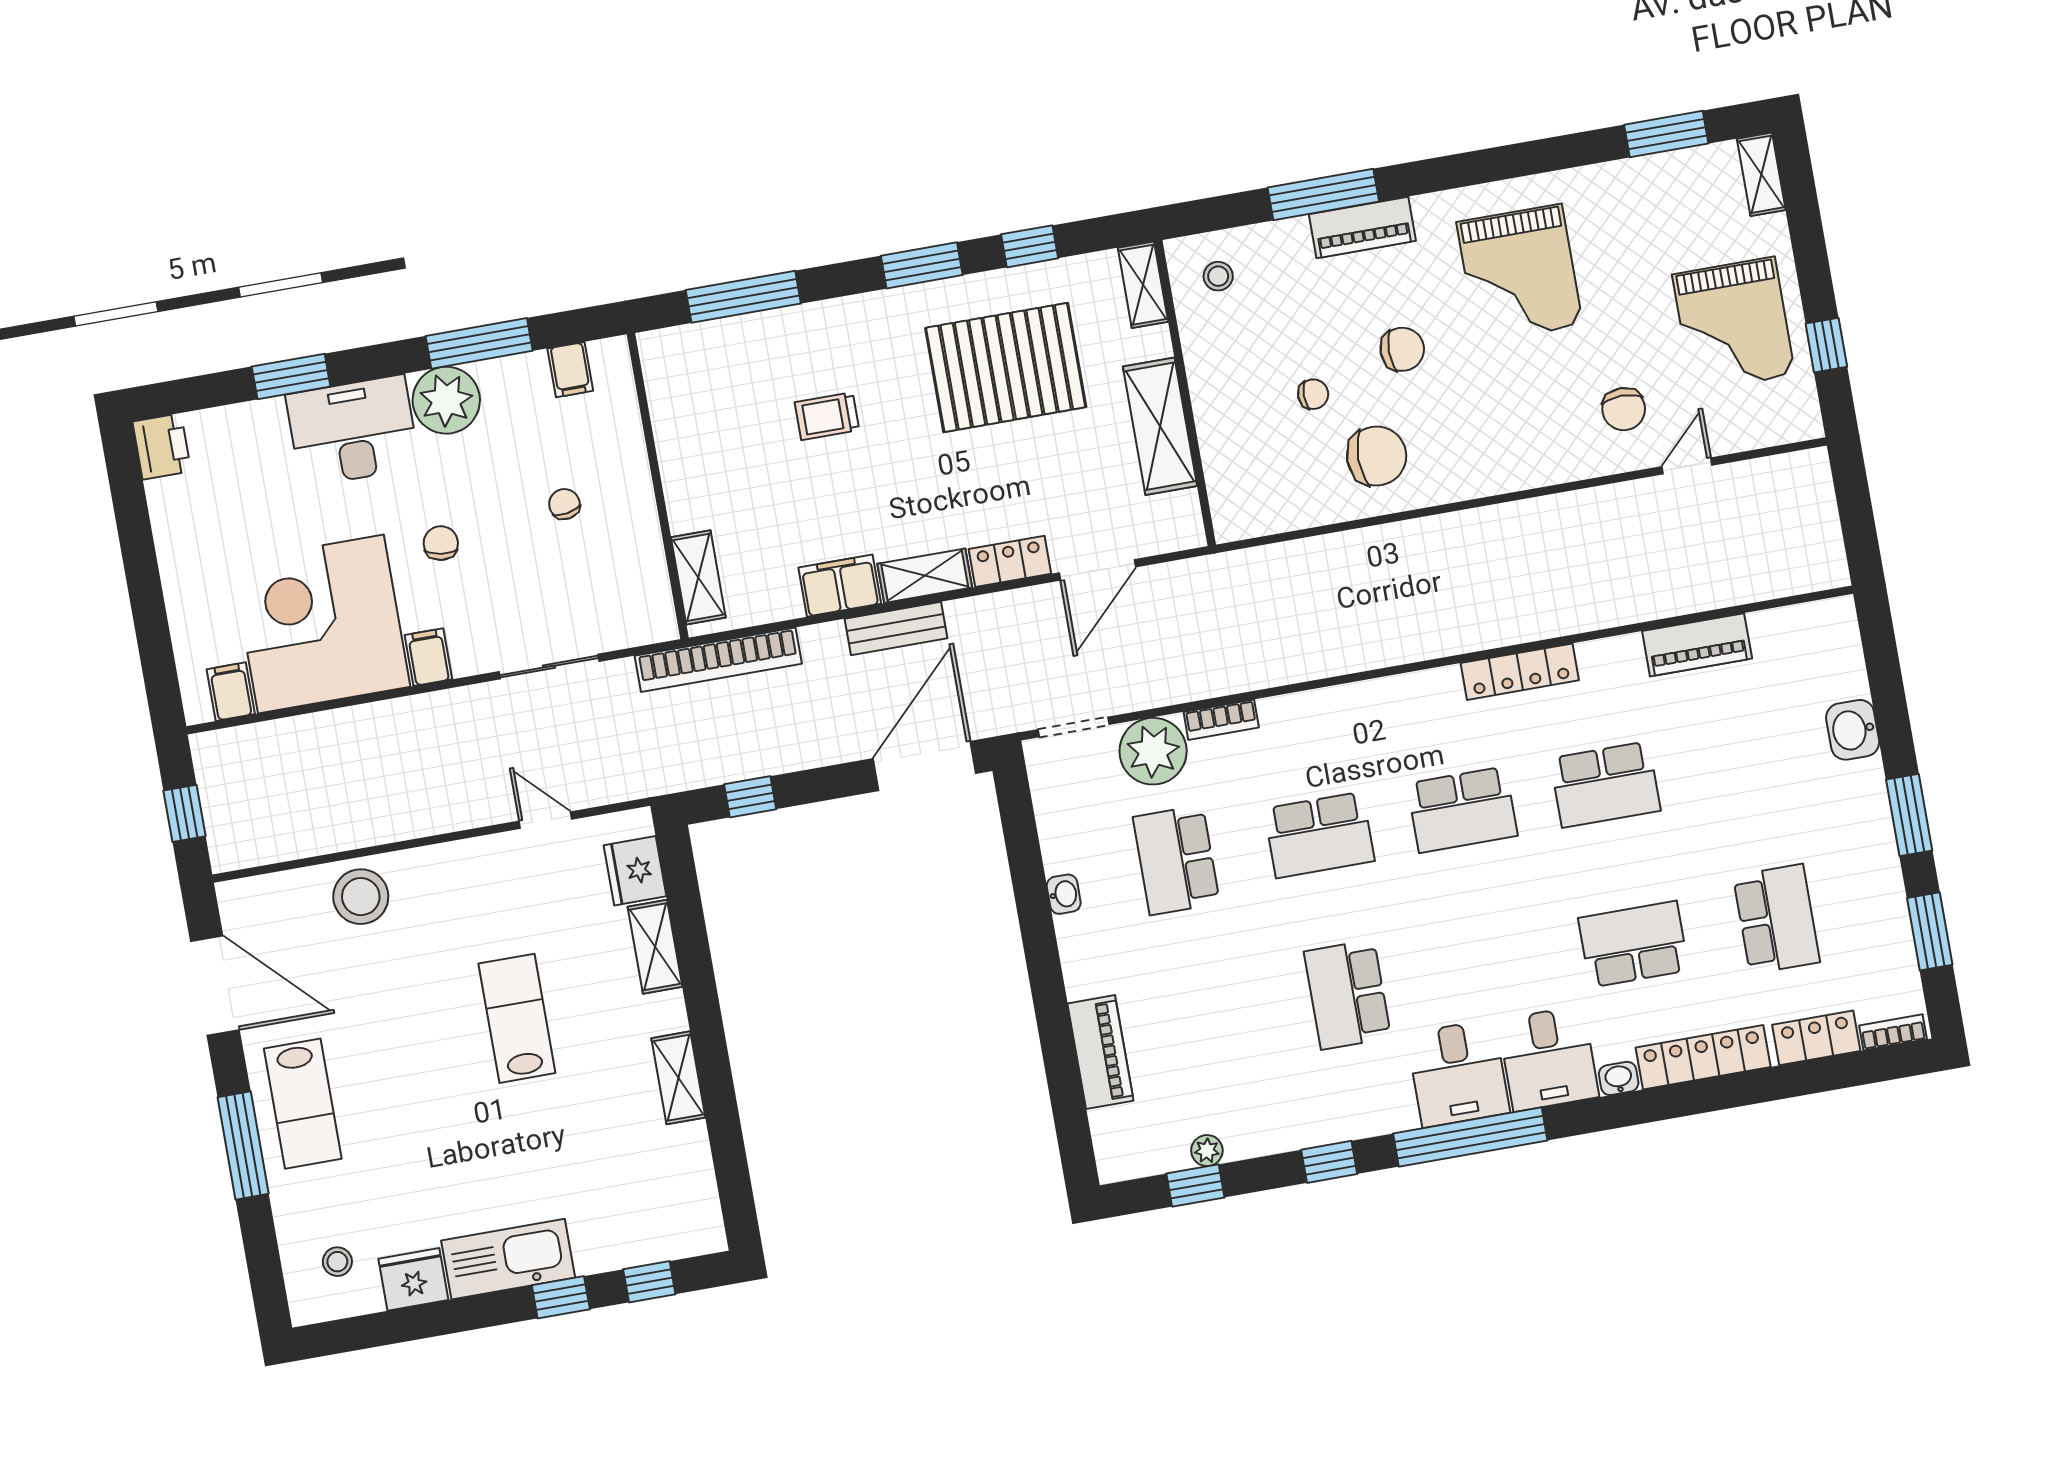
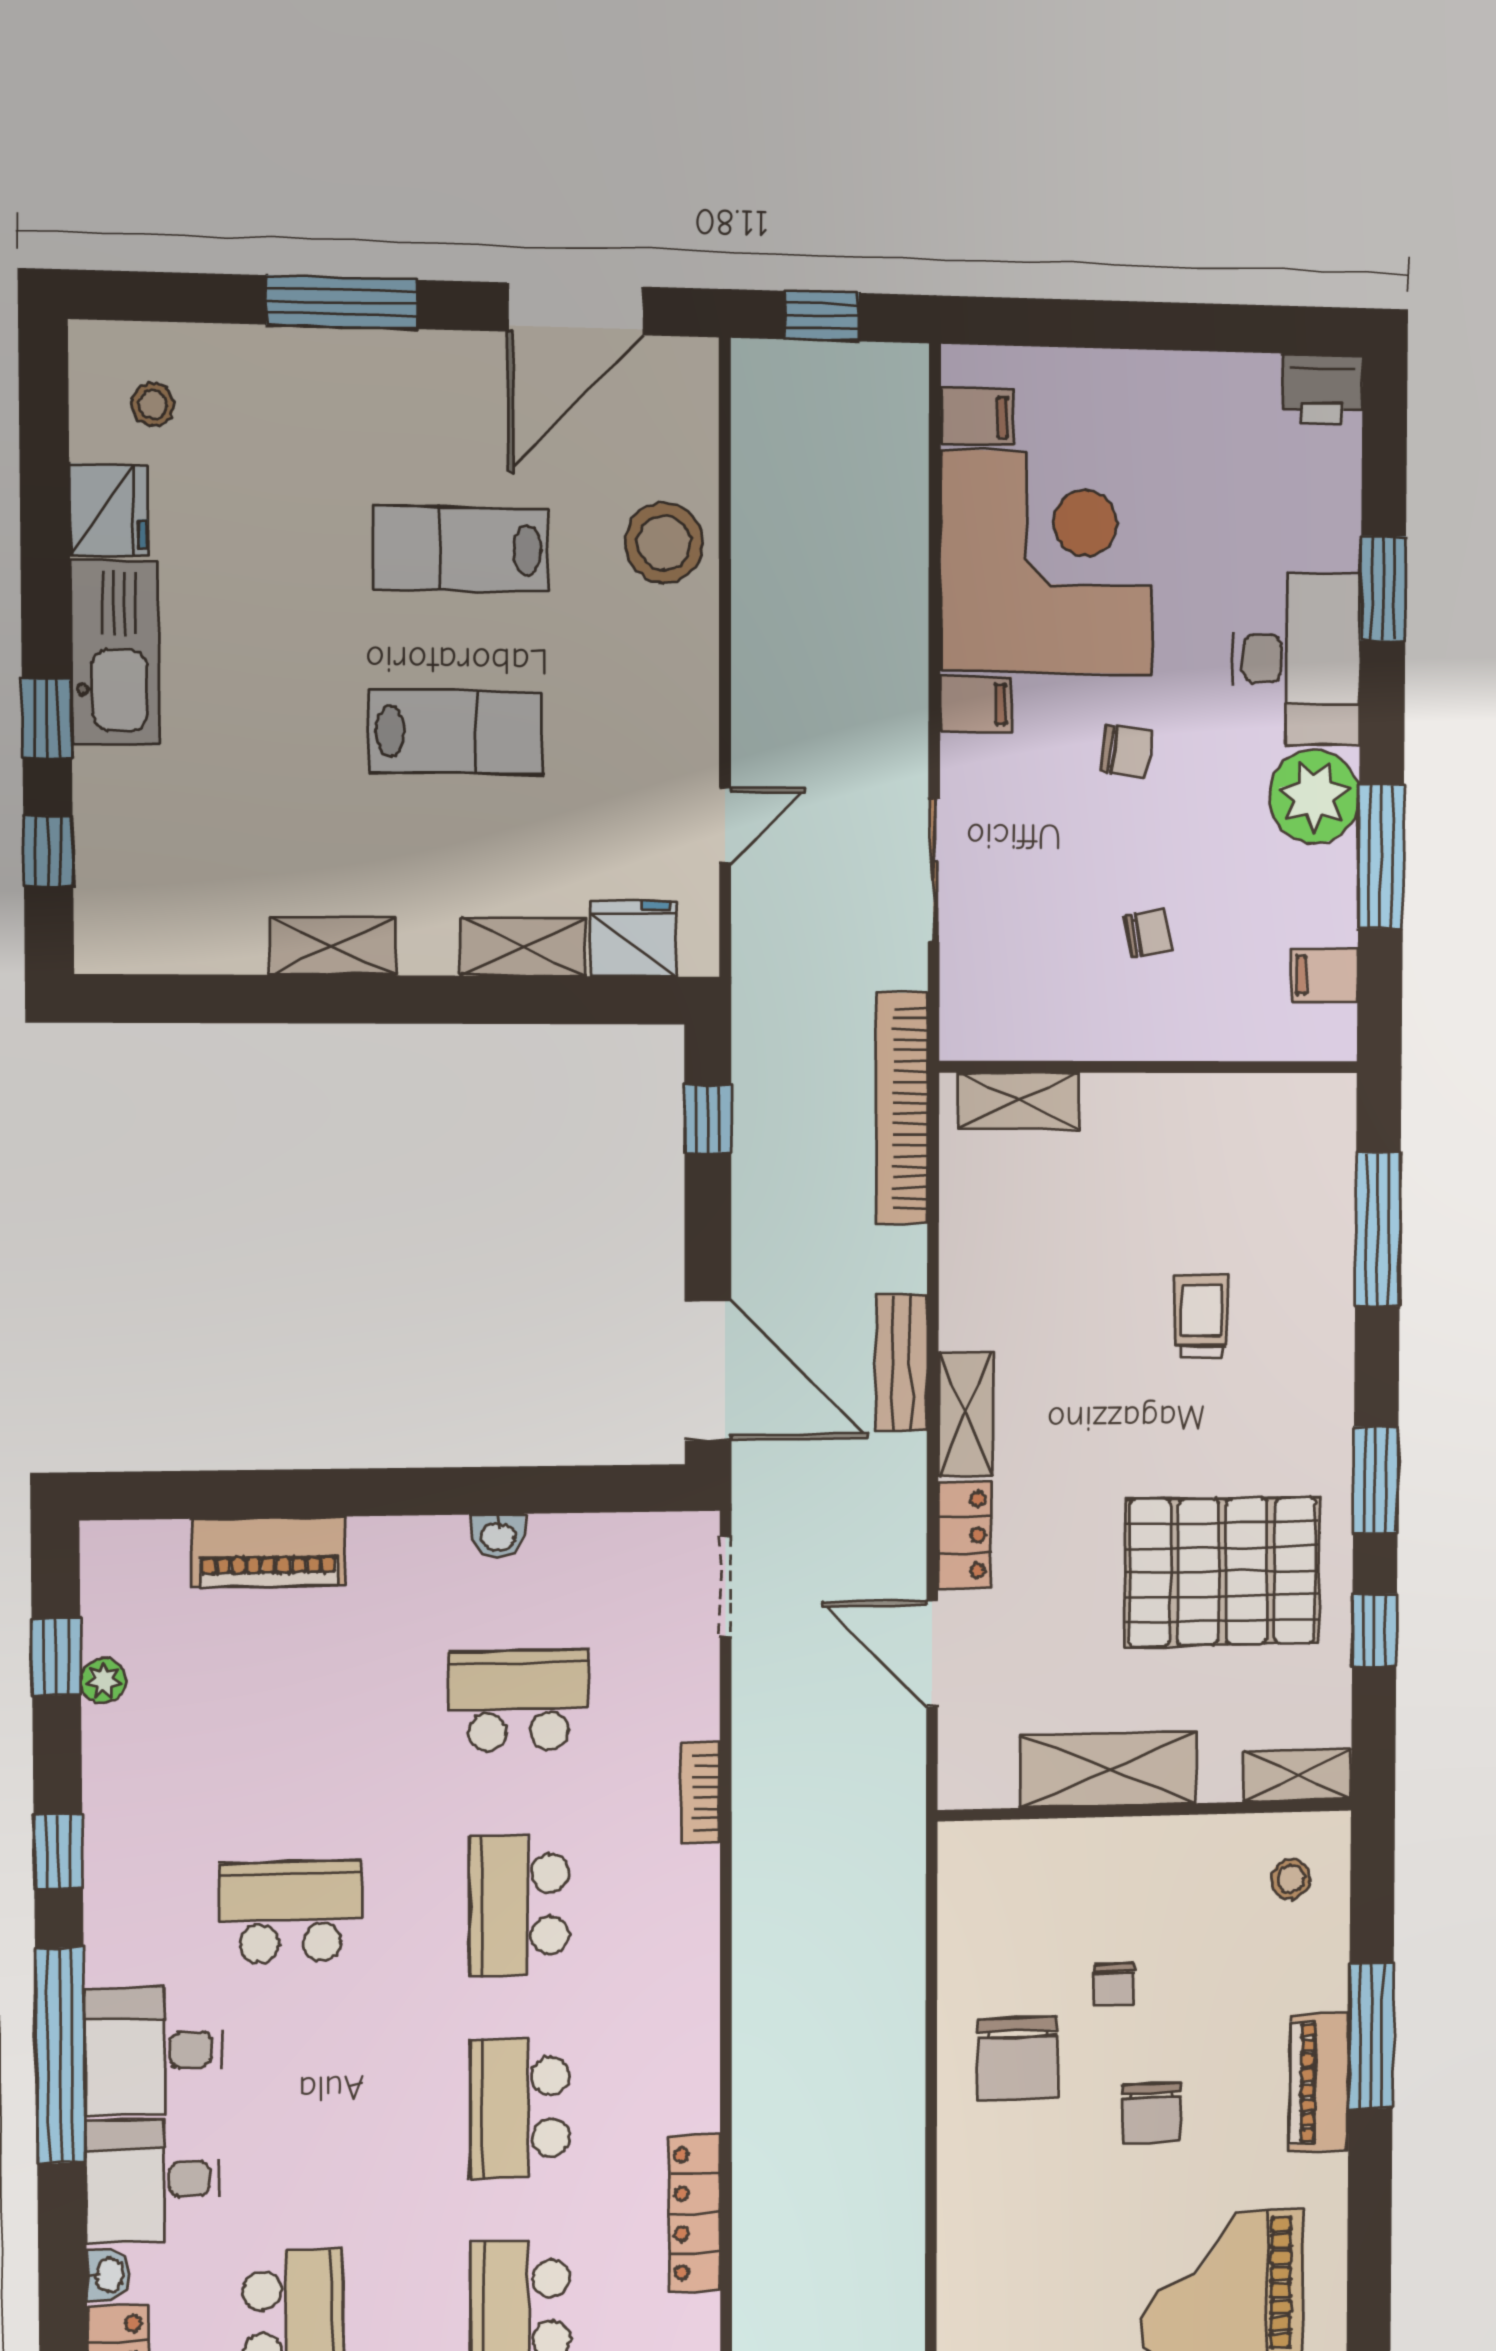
pallet: (1006, 367) -> (1222, 1572), turned 90
filing cabinet: (840, 586) -> (973, 1295), removed
plant: (1153, 751) -> (674, 1692), removed
lab bench: (303, 1104) -> (461, 549), moved

